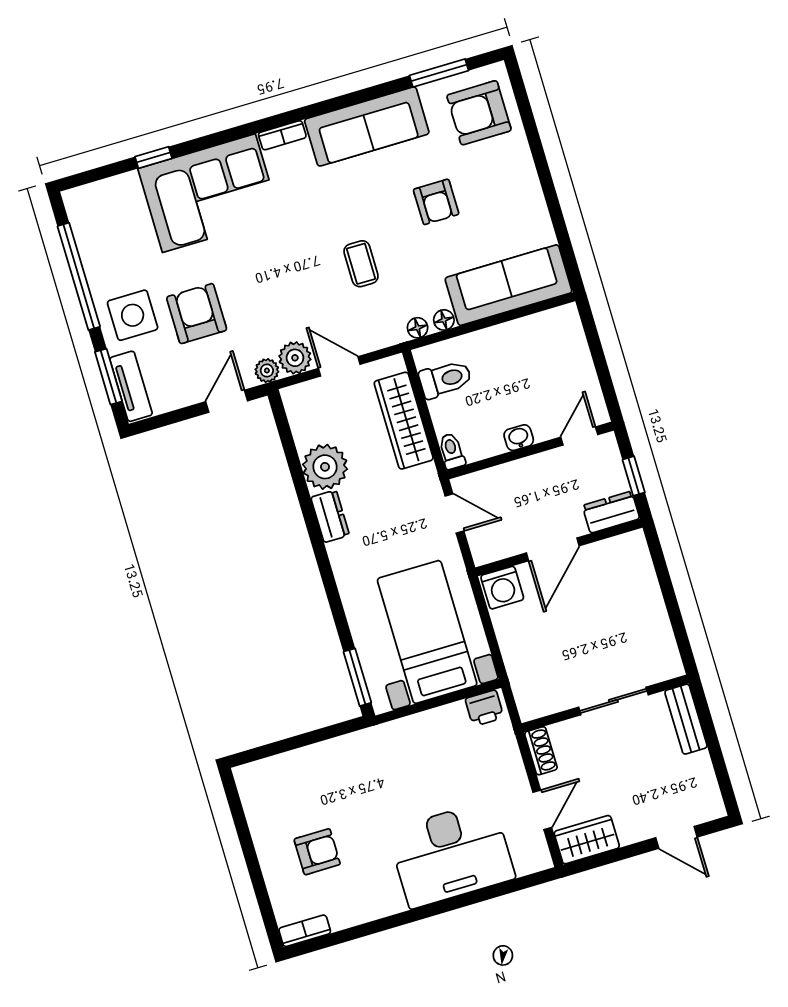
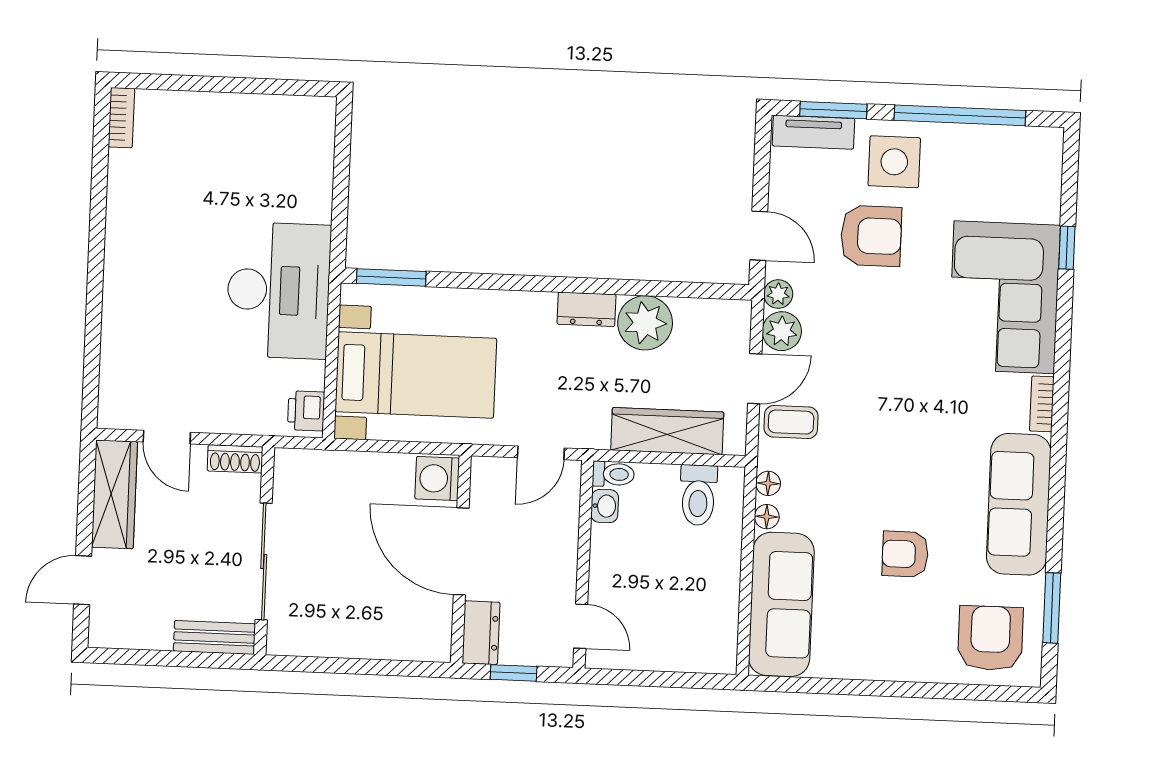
coffee table: (361, 264) -> (791, 422), moved
washbasin: (519, 438) -> (605, 506), moved
door: (553, 549) -> (461, 551), width x1.36
sliding door: (613, 701) -> (264, 561), width x1.37
wardrobe: (587, 840) -> (114, 494), width x1.50
armchair: (317, 852) -> (207, 163), removed
desk: (451, 854) -> (278, 290), moved, turned 180

